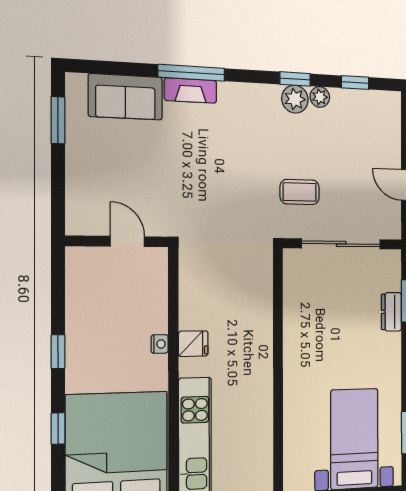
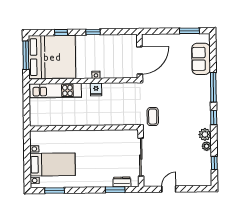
window: (295, 79) -> (214, 118), moved
fireplace: (191, 90) -> (206, 87), removed
coffee table: (300, 192) -> (153, 117), moved
door: (127, 241) -> (140, 60), width x1.87
dresser: (391, 312) -> (122, 182), moved

